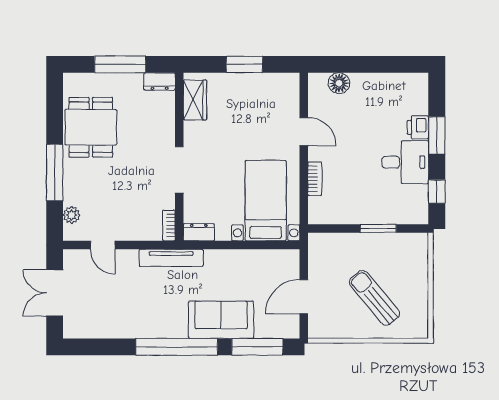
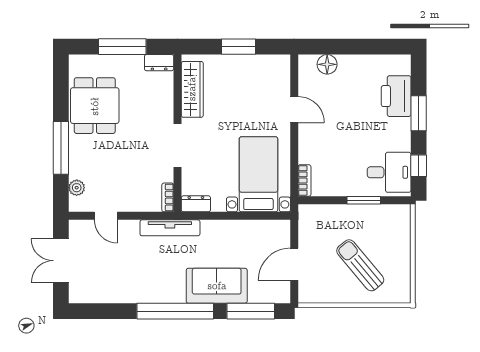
wardrobe: (195, 100) -> (192, 89), width x1.50
printer: (418, 127) -> (396, 96), width x1.87, depth x1.48
desk: (405, 162) -> (389, 172), moved
bookcase: (315, 179) -> (304, 180), moved

